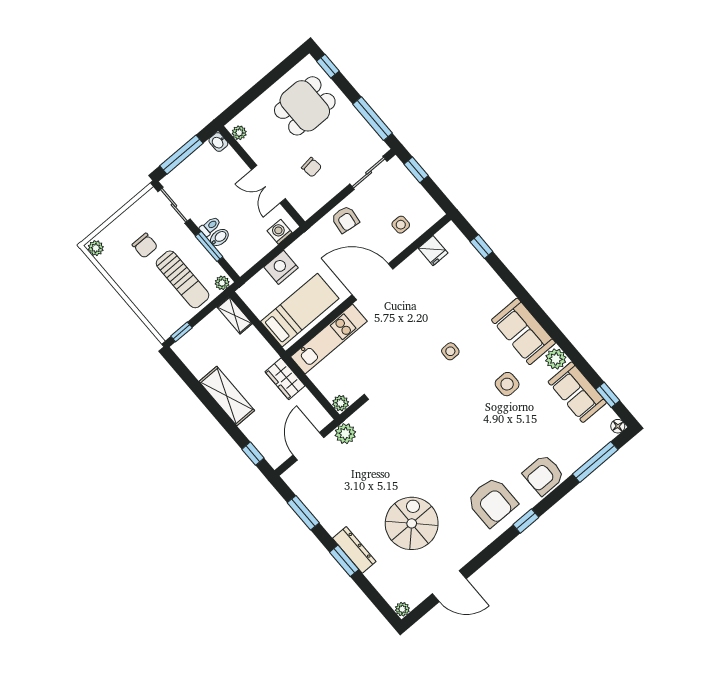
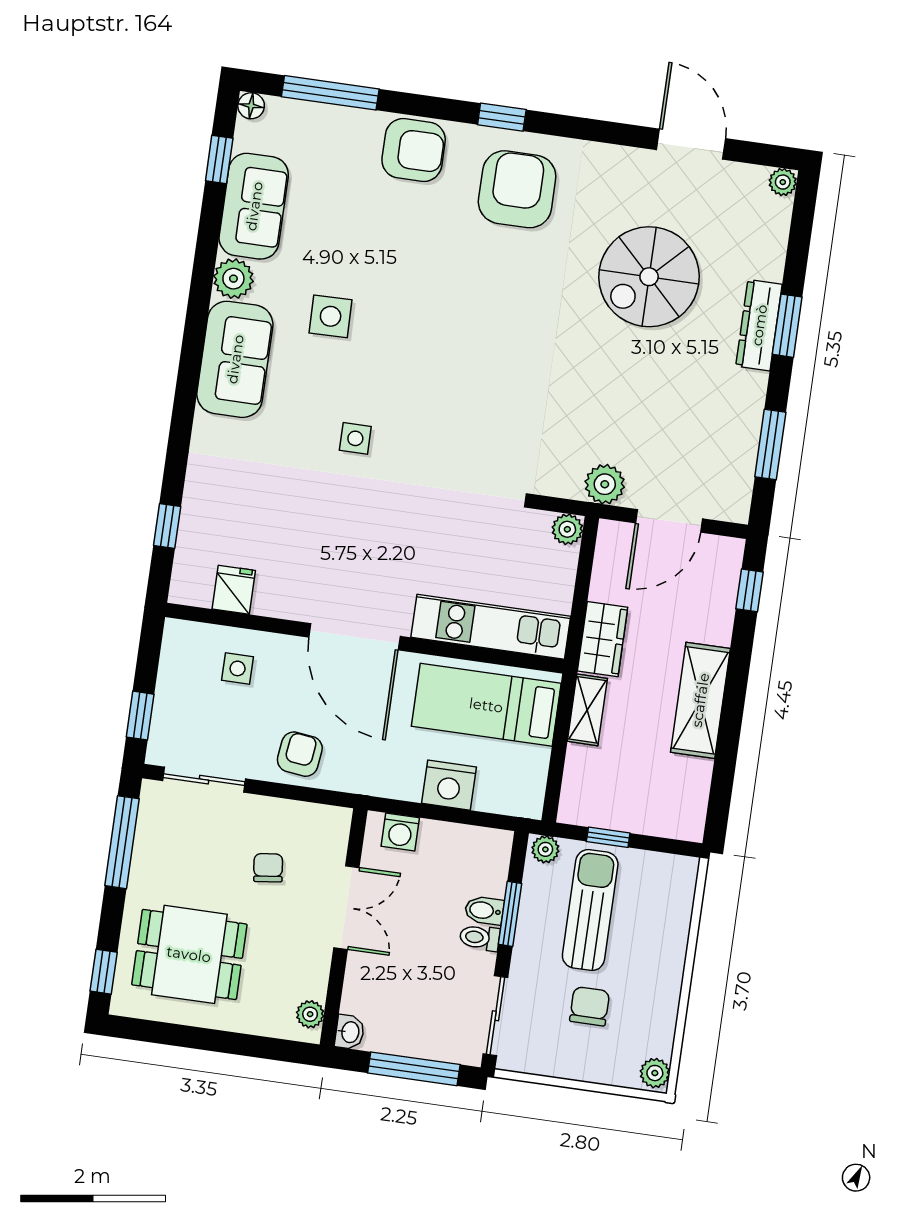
shelving: (235, 315) -> (587, 710), moved
window: (181, 332) -> (608, 837), moved

